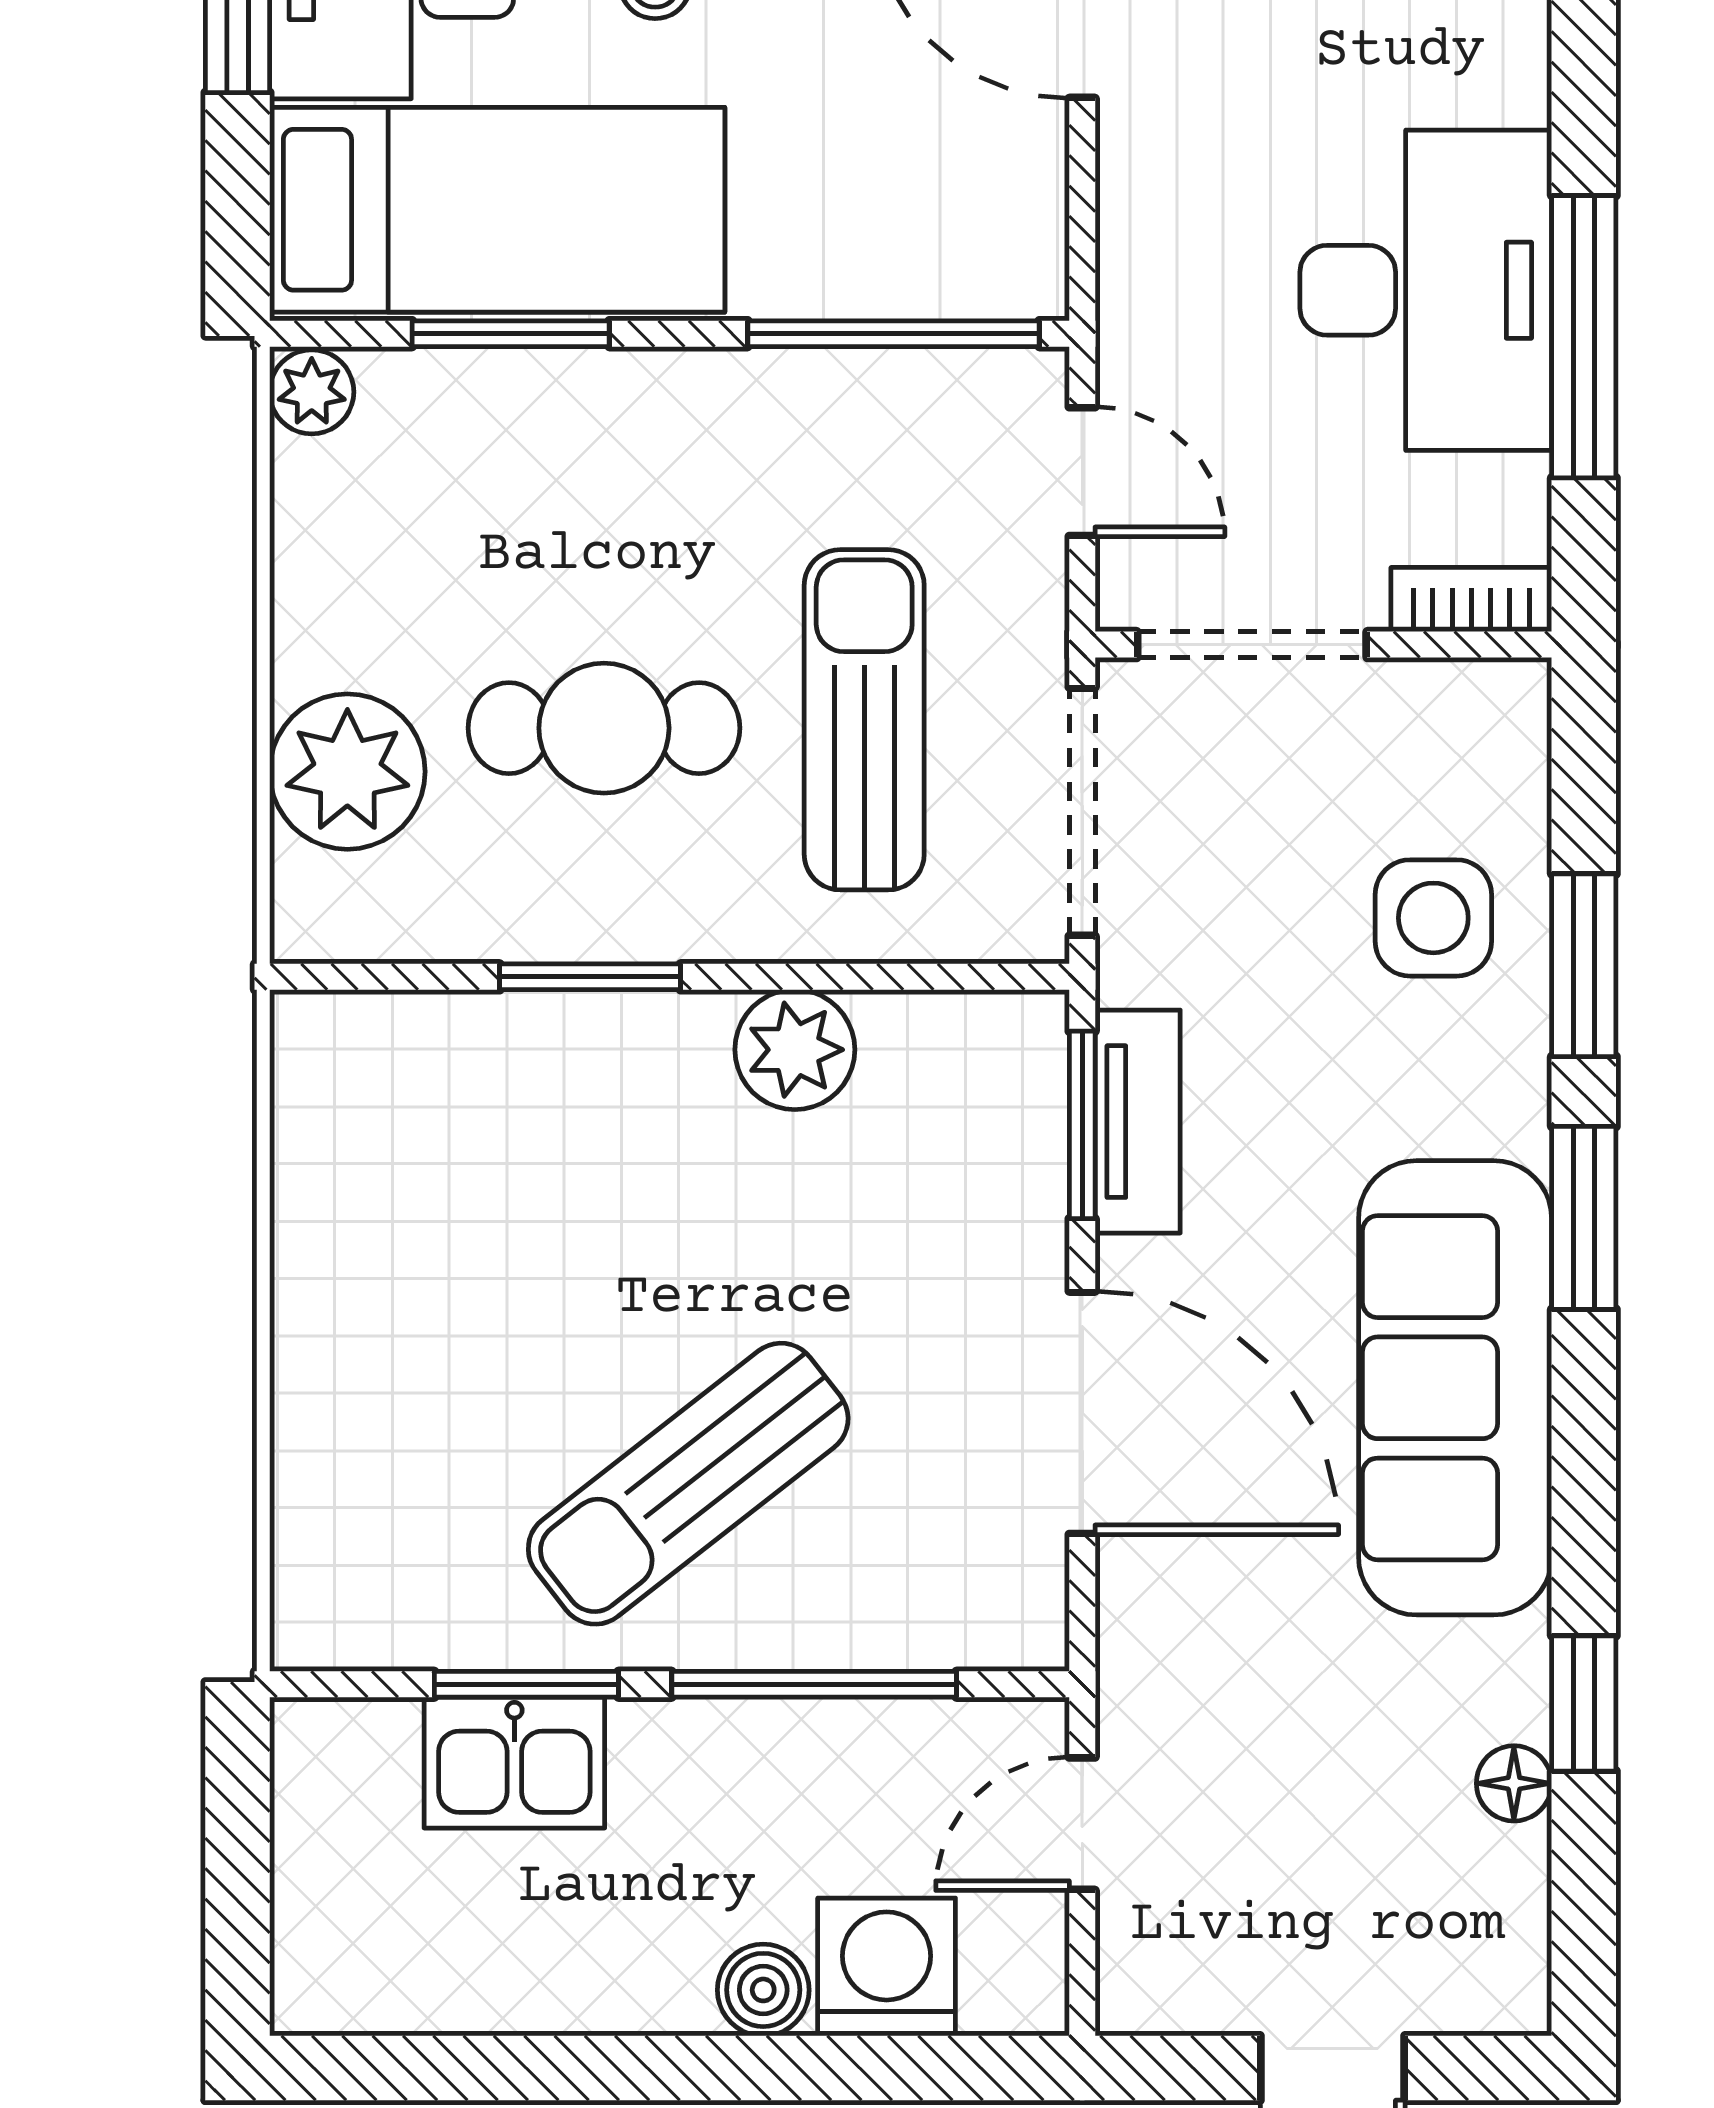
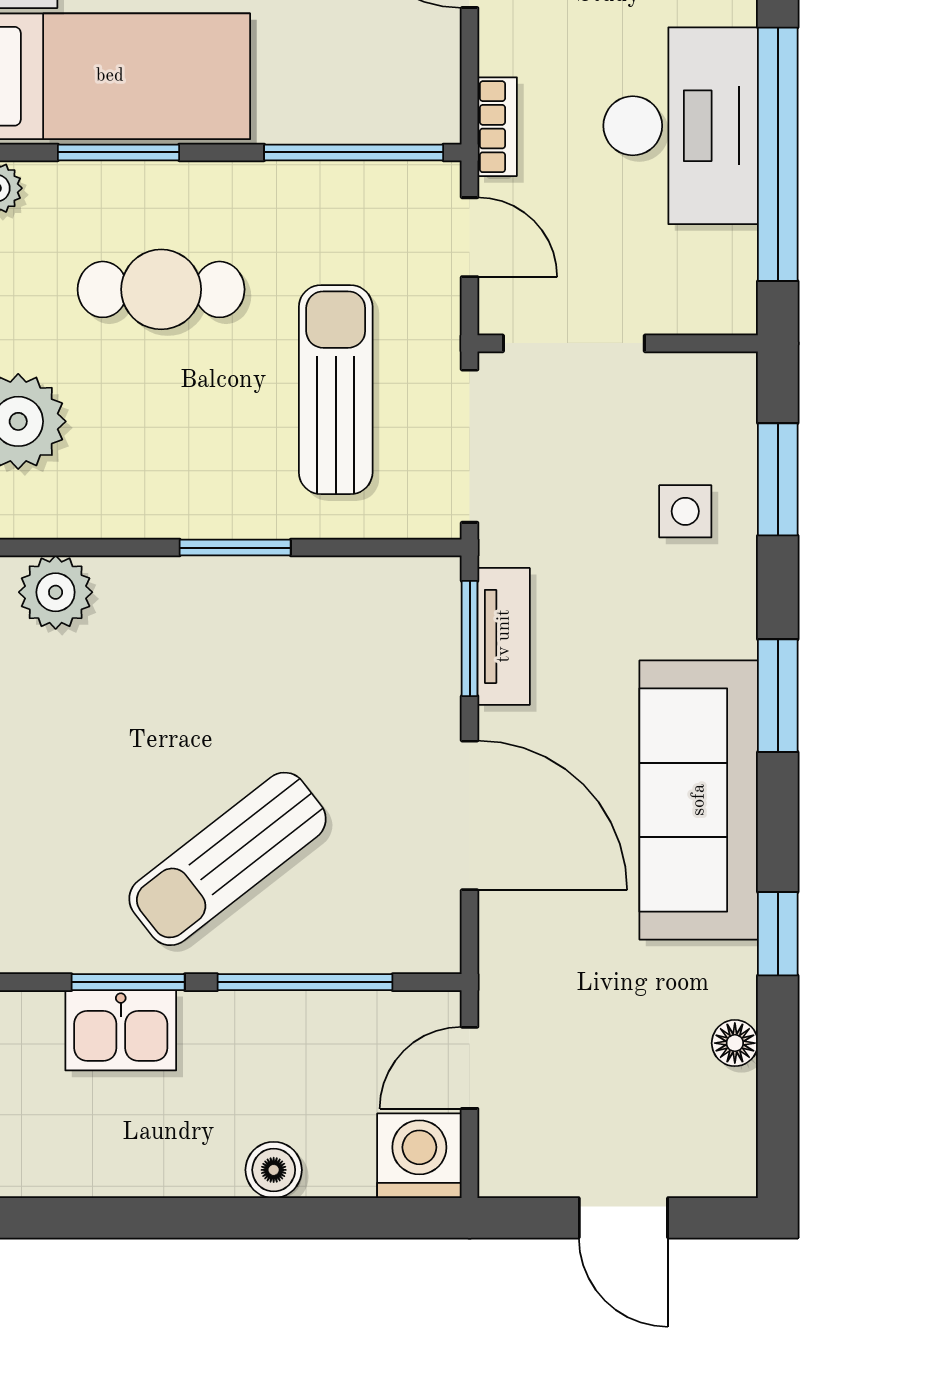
window: (1584, 337) -> (778, 154), width x1.46
bookcase: (1471, 600) -> (497, 127), moved, turned 90
cafe table: (604, 728) -> (161, 289), moved
side table: (1433, 918) -> (685, 511), width x0.73, depth x0.73
window: (1584, 965) -> (778, 479), moved
window: (590, 977) -> (235, 548), moved
plant: (795, 1050) -> (56, 592), moved
window: (1584, 1703) -> (778, 934), moved
washing machine: (887, 1967) -> (419, 1156), moved

